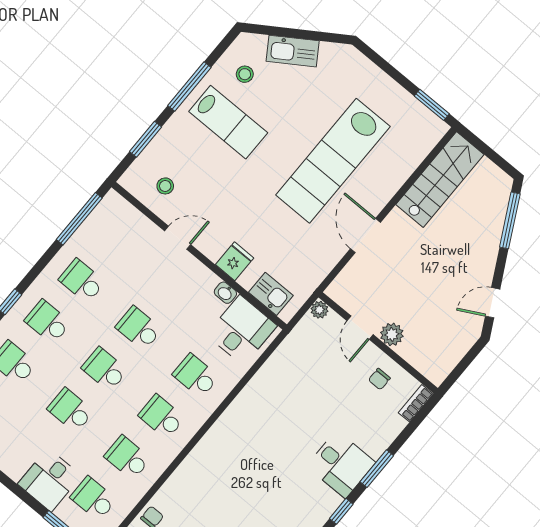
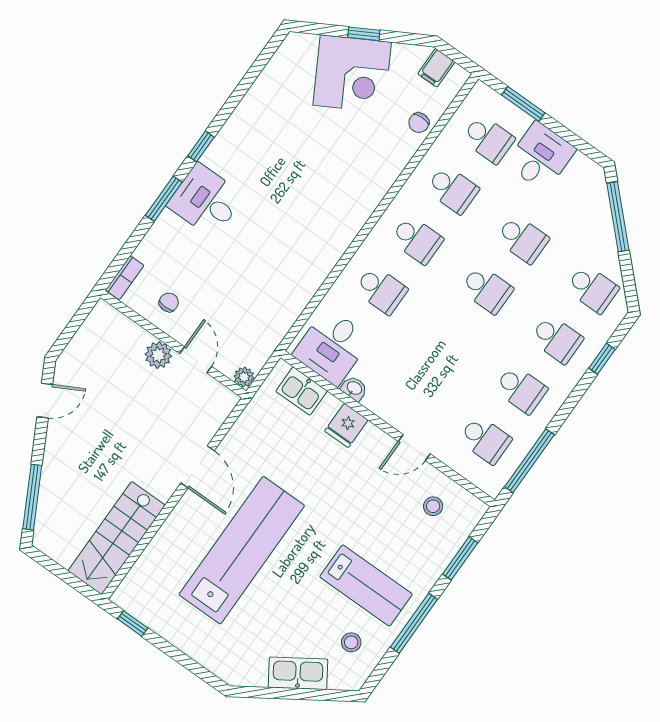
window: (432, 105) -> (133, 624), width x0.67
lab bench: (228, 122) -> (366, 585), turned 180
school desk: (139, 328) -> (485, 440), moved

